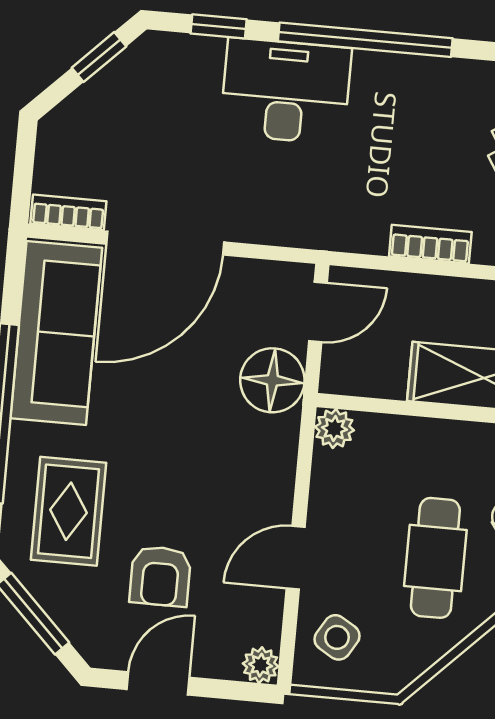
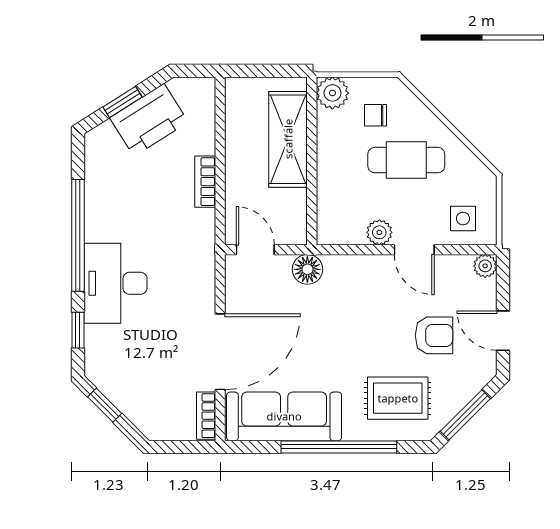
door: (165, 243) -> (220, 352), hinge flipped
floor lamp: (272, 380) -> (307, 269), width x0.73, depth x0.73
plant: (334, 429) -> (379, 232), moved
side table: (337, 637) -> (463, 219), turned -31

